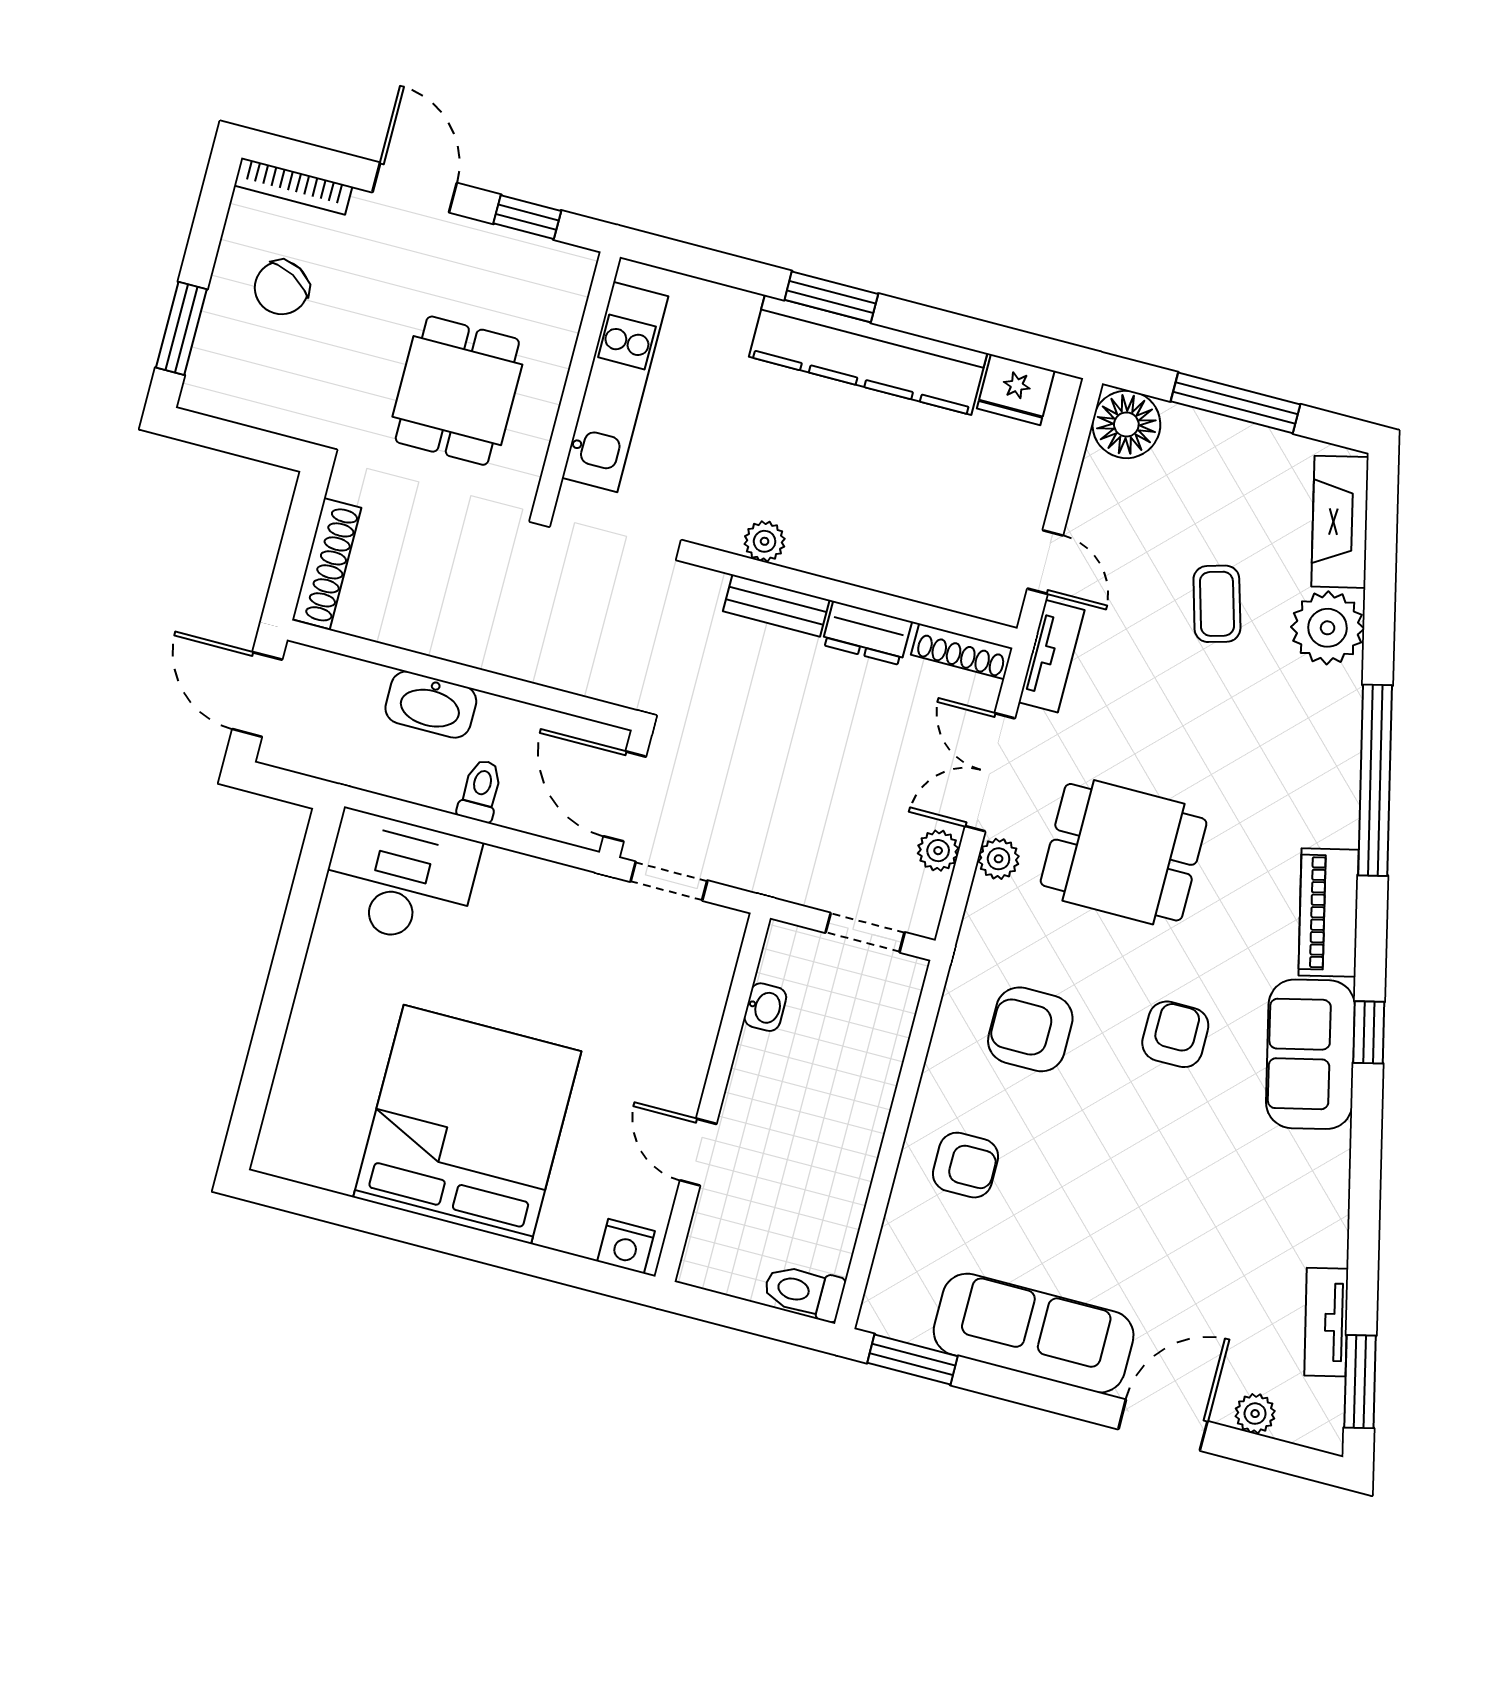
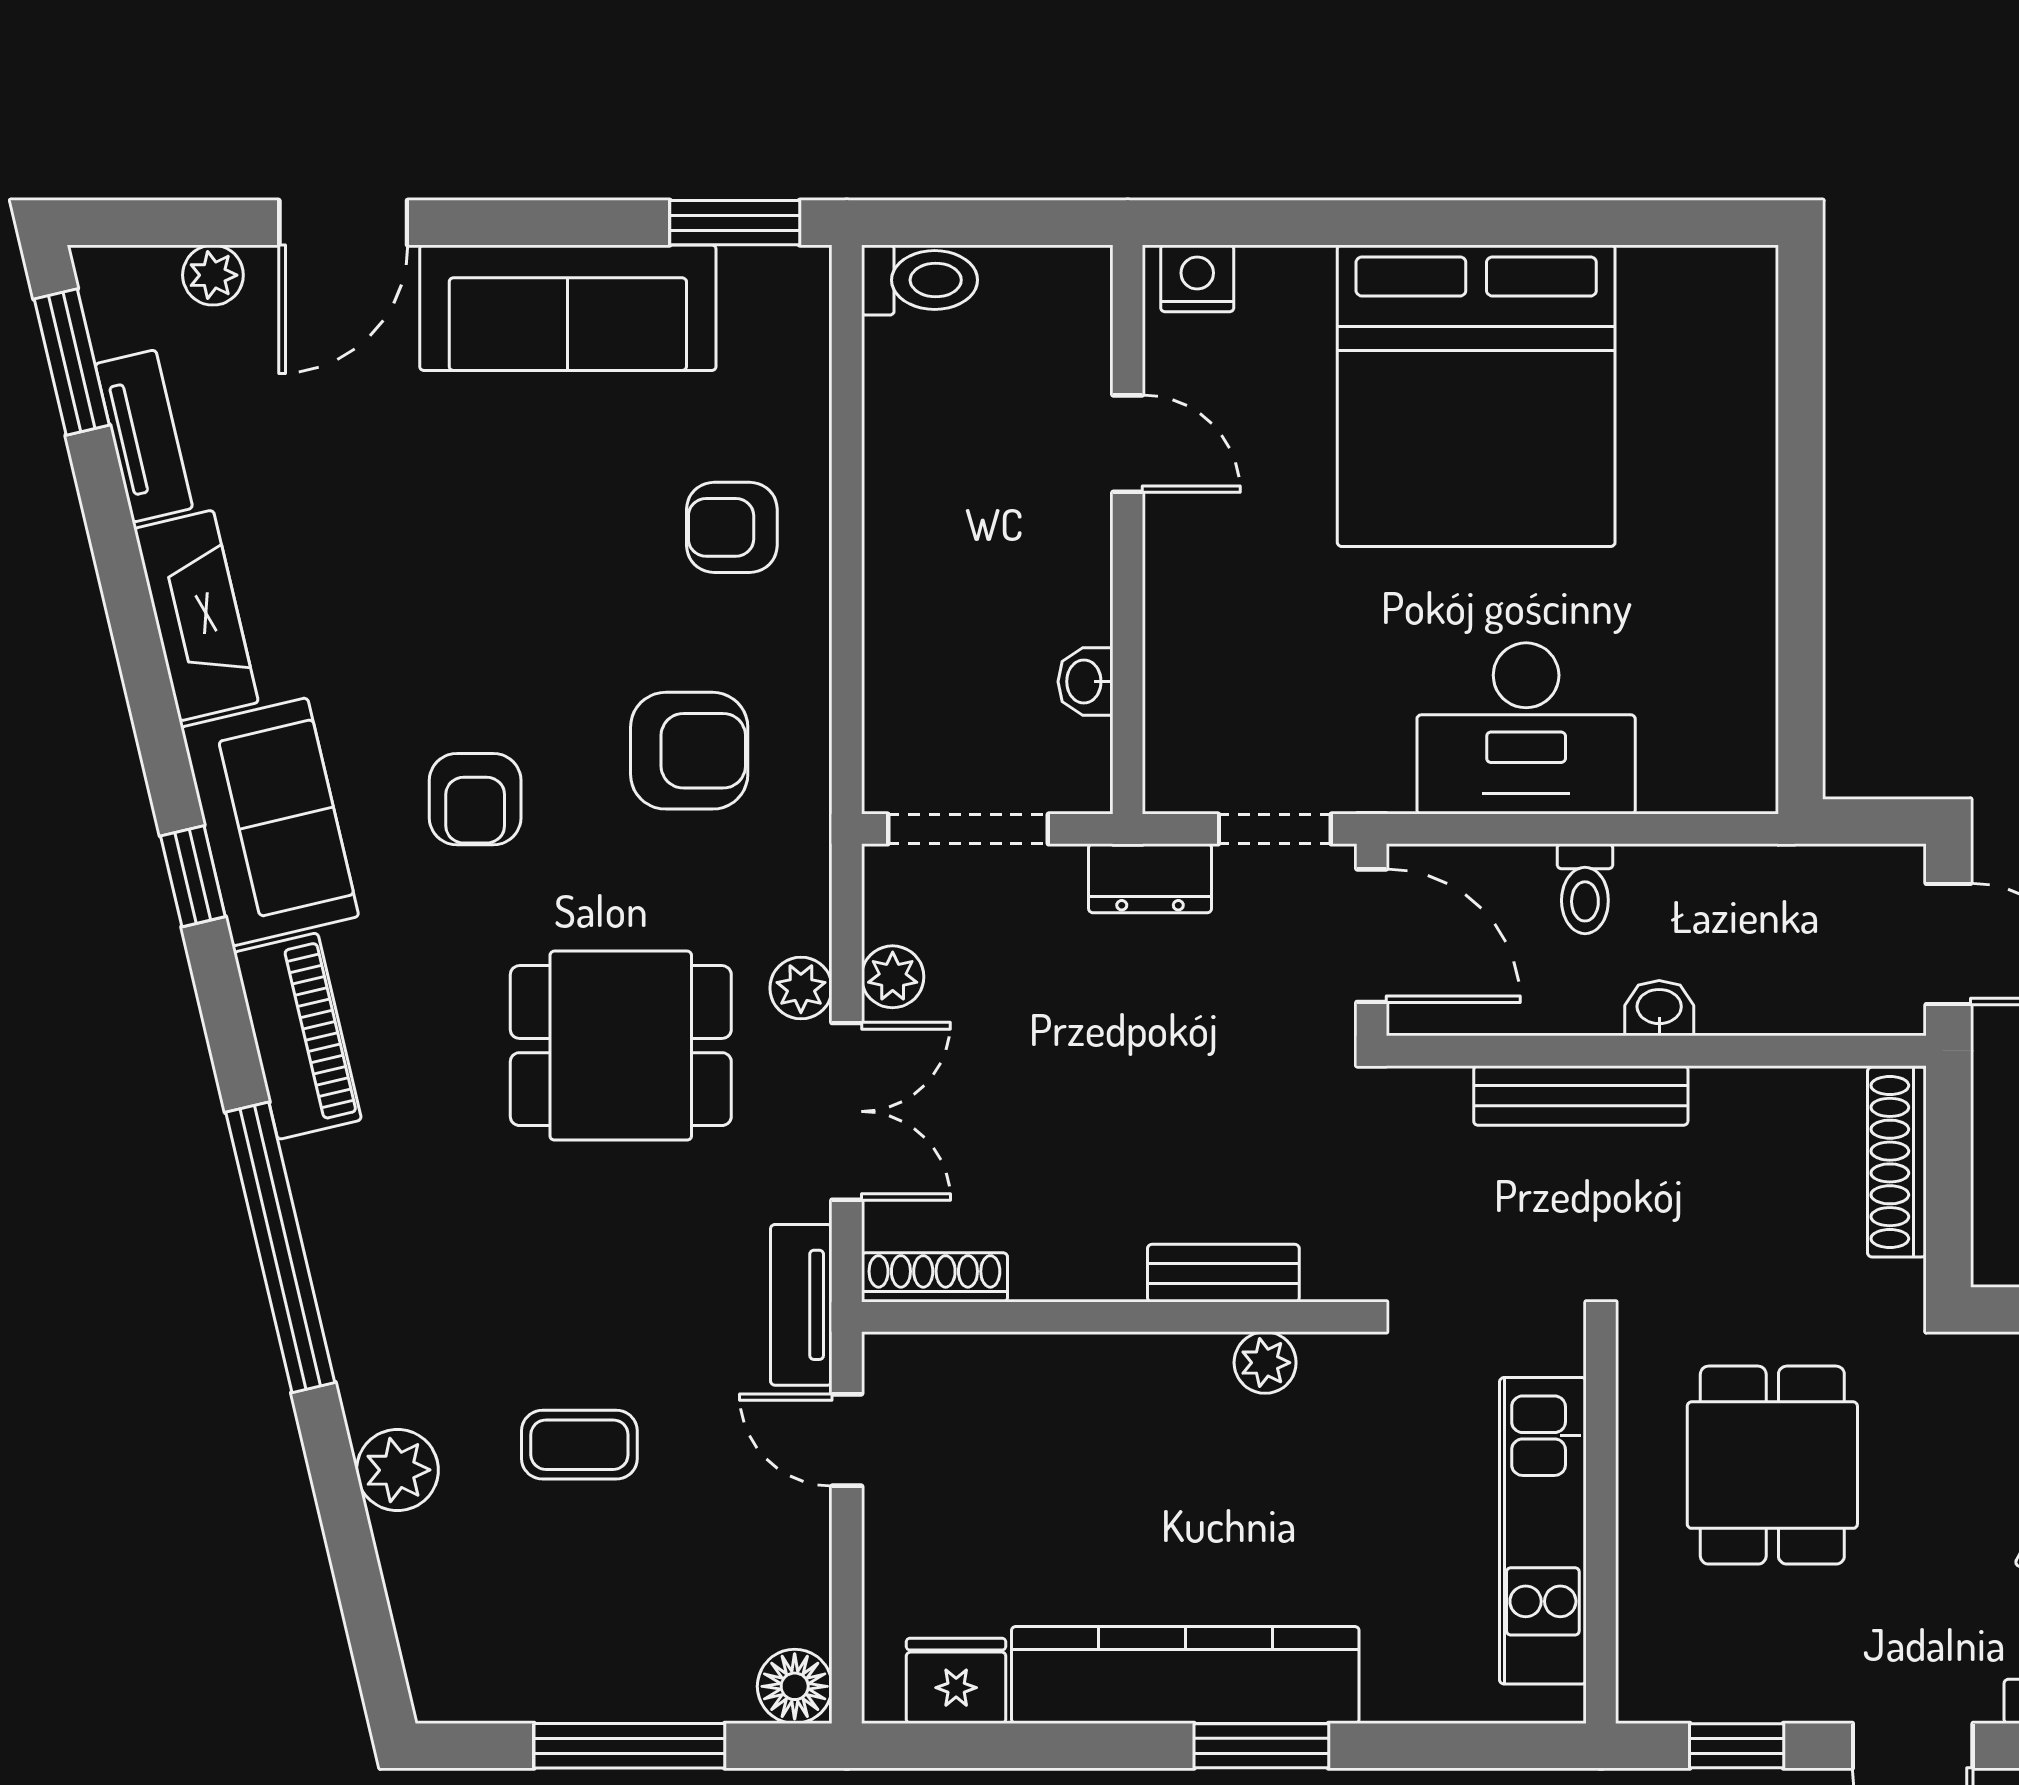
floor lamp: (1126, 424) -> (795, 1686), width x0.73, depth x0.73
fireplace: (1340, 522) -> (196, 616), moved
coffee table: (1217, 604) -> (579, 1445), turned -74
plant: (1328, 628) -> (397, 1470), width x0.73, depth x0.73
dresser: (867, 633) -> (1150, 878), moved, turned 180
bench: (518, 659) -> (1581, 1095), added
washbasin: (431, 705) -> (1659, 1008), width x0.52, depth x0.69
desk: (400, 879) -> (1526, 728), moved
doorway: (865, 933) -> (968, 829), width x1.38

